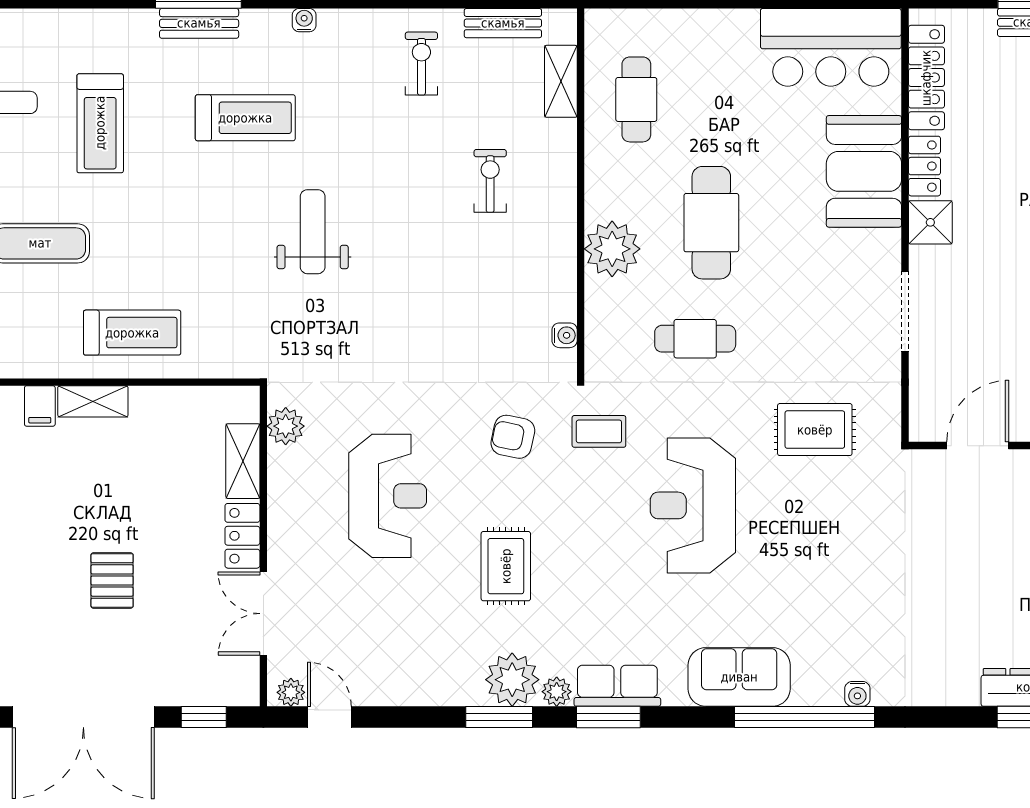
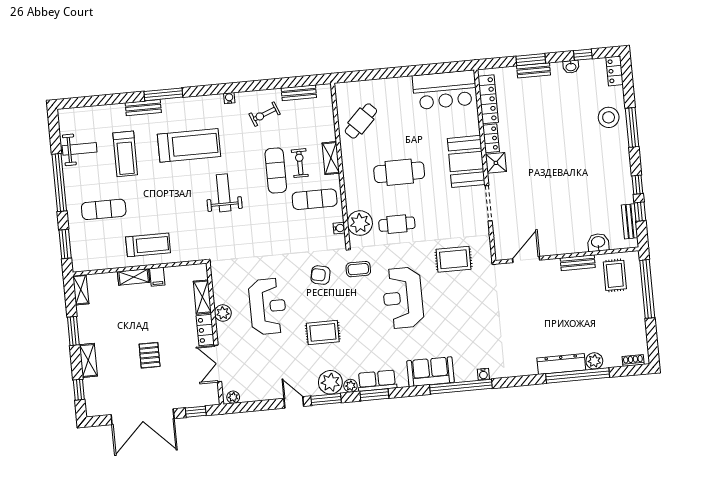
water cooler: (304, 20) -> (229, 98), moved
bench: (199, 23) -> (143, 108), moved
exercise bike: (421, 64) -> (265, 114), turned -111
shelving: (561, 81) -> (331, 158), moved
cafe table: (636, 99) -> (361, 121), turned 45
treadmill: (245, 118) -> (189, 145), width x1.37, depth x1.38
booth: (864, 171) -> (466, 161), moved
exercise mat: (435, 193) -> (276, 170), added
cafe table: (711, 223) -> (399, 172), turned 90
plant: (612, 249) -> (360, 223), moved
exercise mat: (516, 265) -> (315, 199), added
filing cabinet: (40, 406) -> (157, 277), moved
plant: (286, 426) -> (223, 313), moved
rug: (506, 566) -> (323, 332), turned 90
door: (329, 717) -> (294, 402), moved

